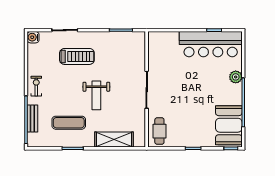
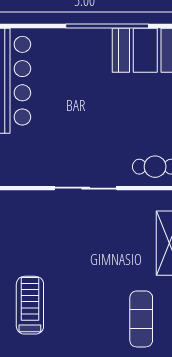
plant: (236, 77) -> (64, 39), removed
weight bench: (96, 95) -> (95, 273), removed

